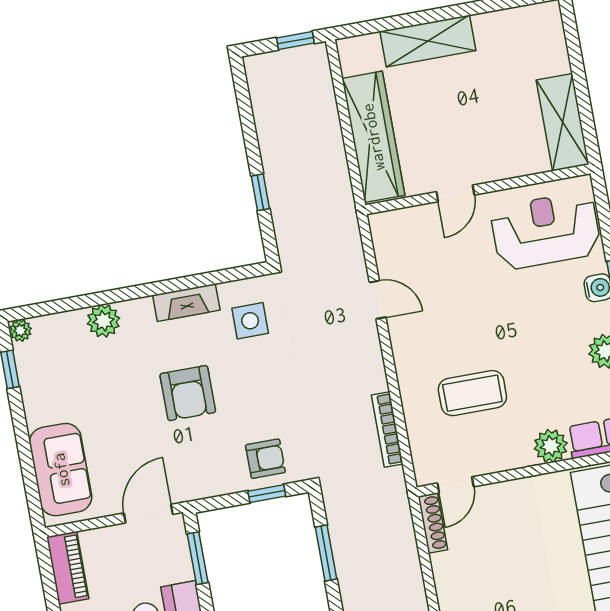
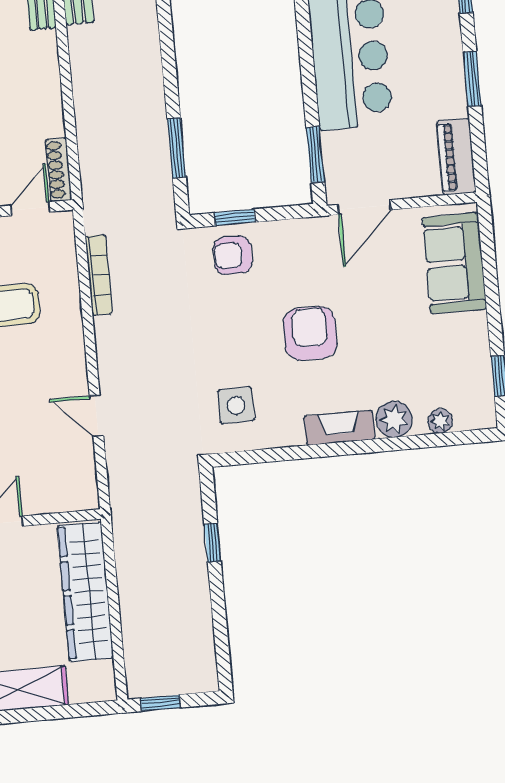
fireplace: (186, 303) -> (339, 428), moved
plant: (20, 330) -> (440, 421), moved

